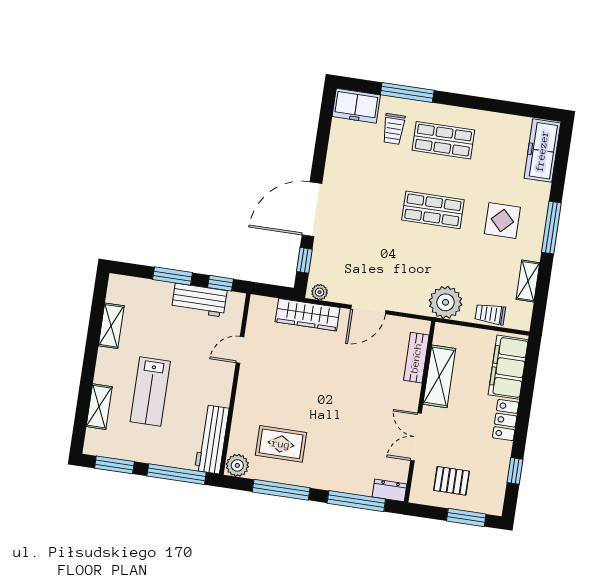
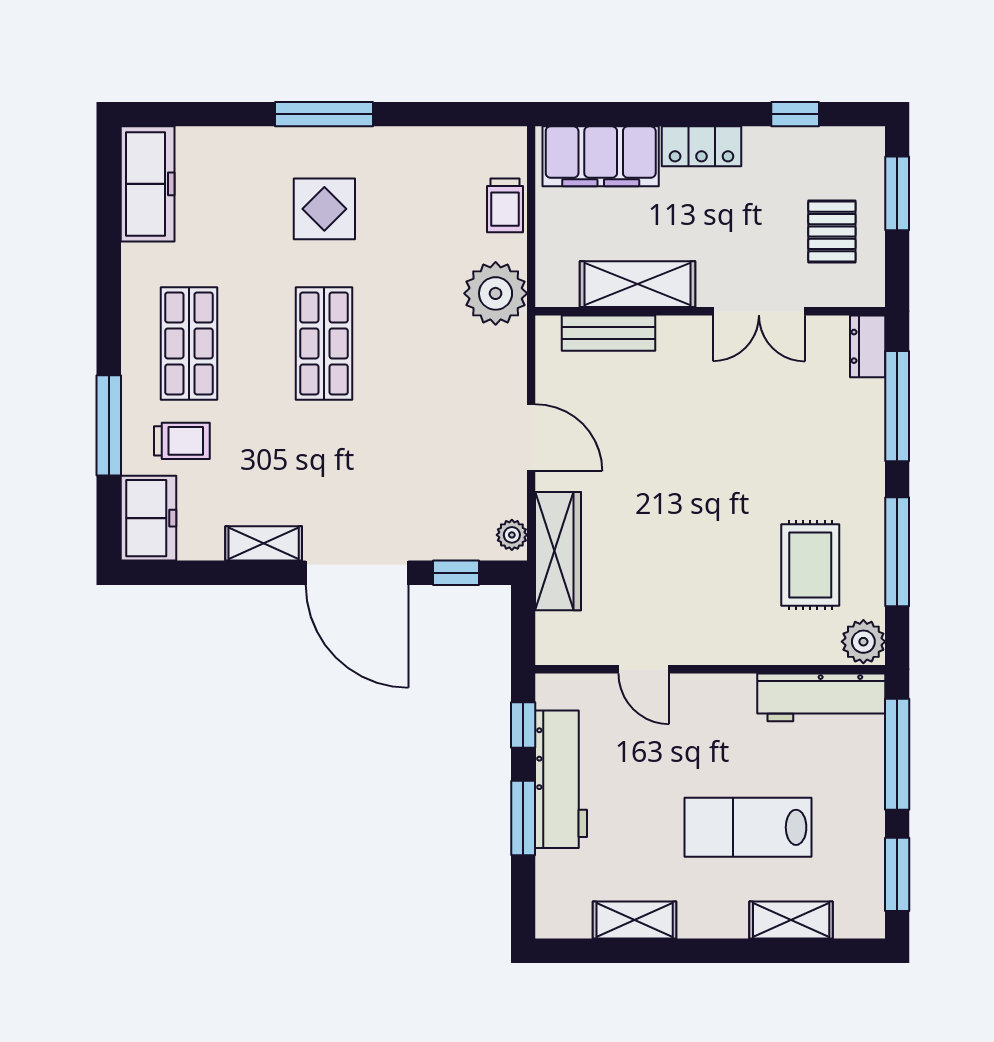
freezer: (542, 151) -> (148, 184), moved, turned -90
shelving: (528, 281) -> (264, 543), moved
workbench: (199, 300) -> (561, 779), width x1.38
lab bench: (150, 391) -> (748, 827), turned 180

